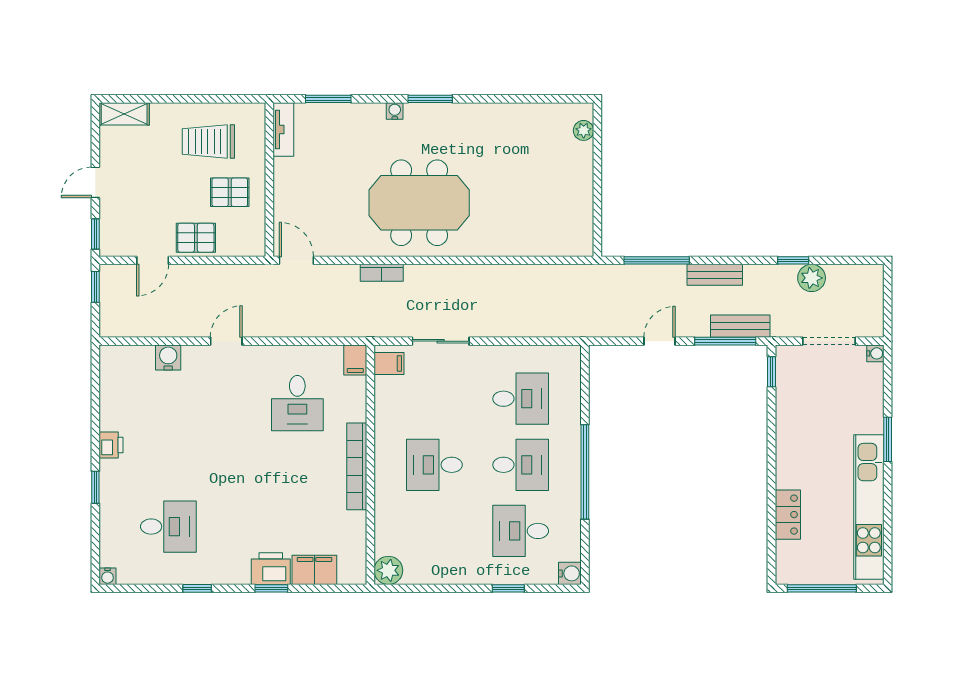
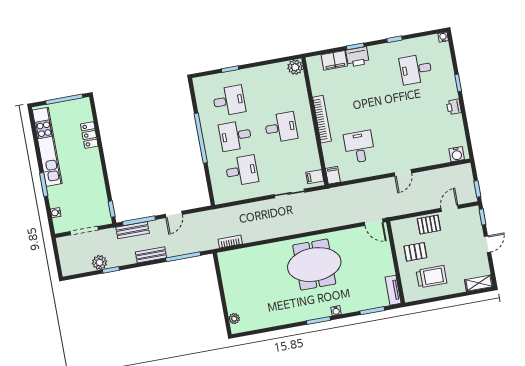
bookcase: (382, 273) -> (230, 242), moved
water cooler: (875, 353) -> (56, 213), moved
water cooler: (168, 357) -> (457, 154), moved
desk: (521, 399) -> (242, 171), turned 180
water cooler: (570, 573) -> (199, 83), removed

